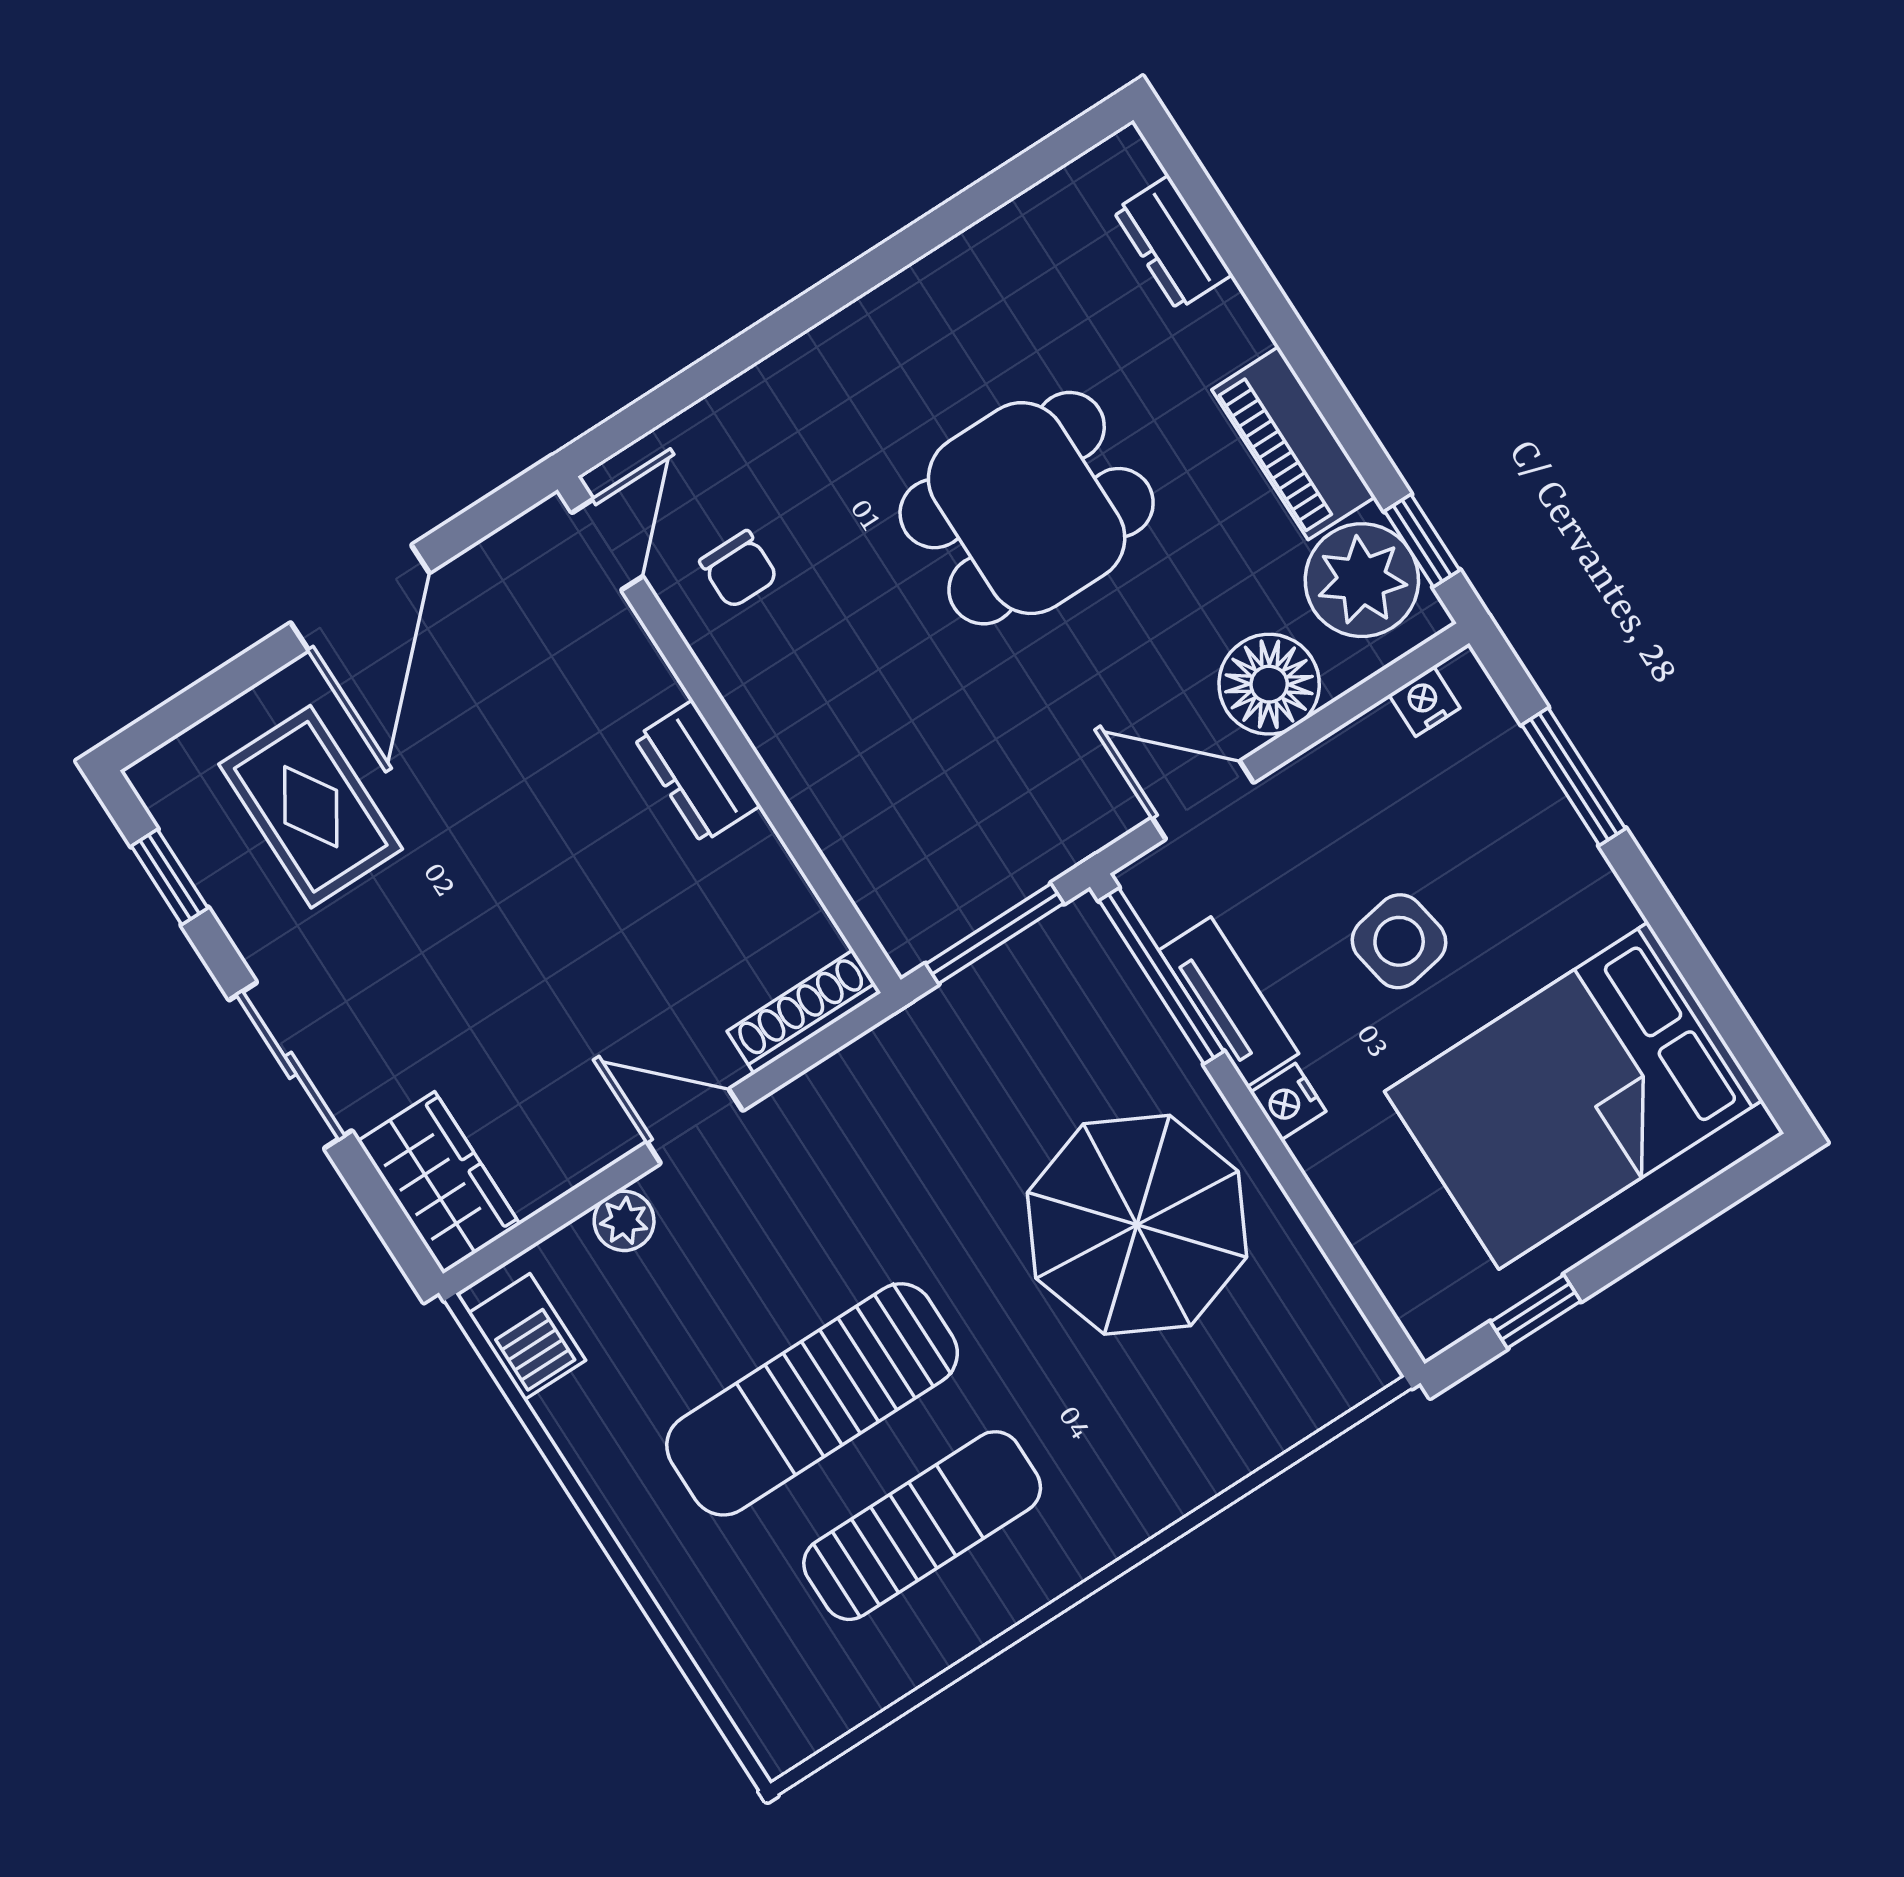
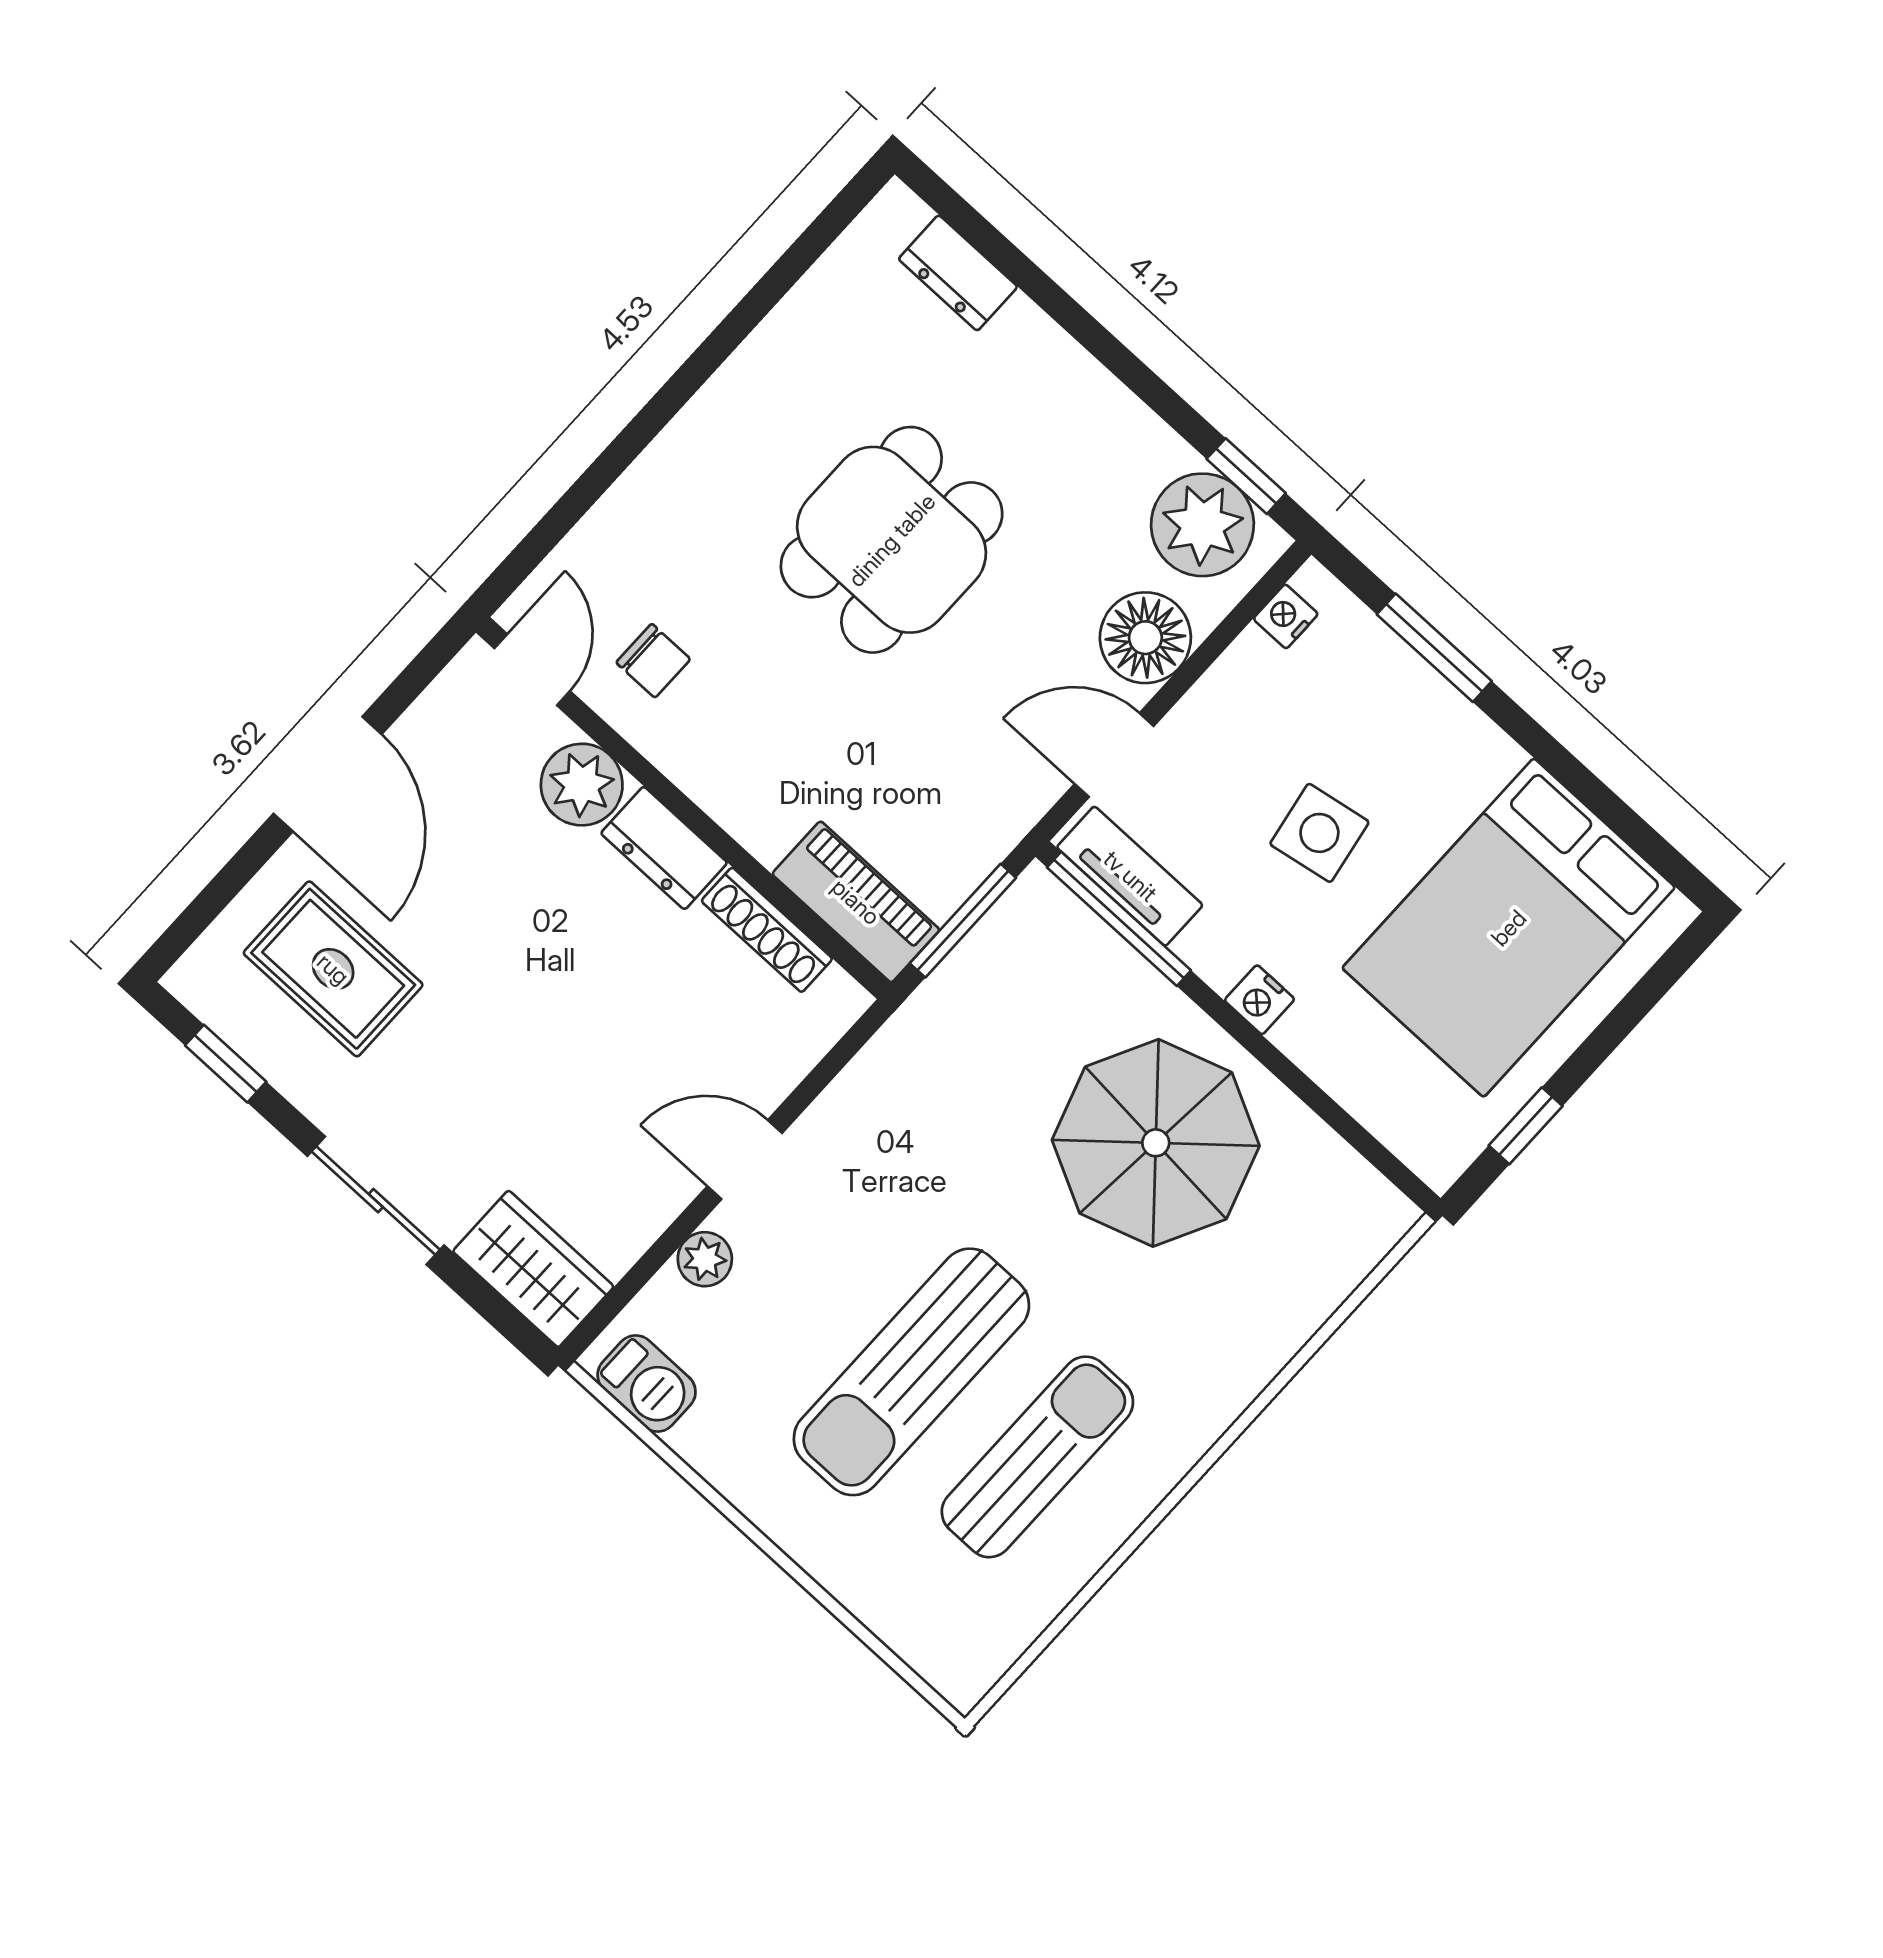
piano: (1294, 443) -> (856, 902), moved, turned 180
plant: (627, 681) -> (582, 785), added
tv unit: (1229, 1002) -> (1130, 876), moved
shoe rack: (804, 1012) -> (767, 930), moved, turned -90

